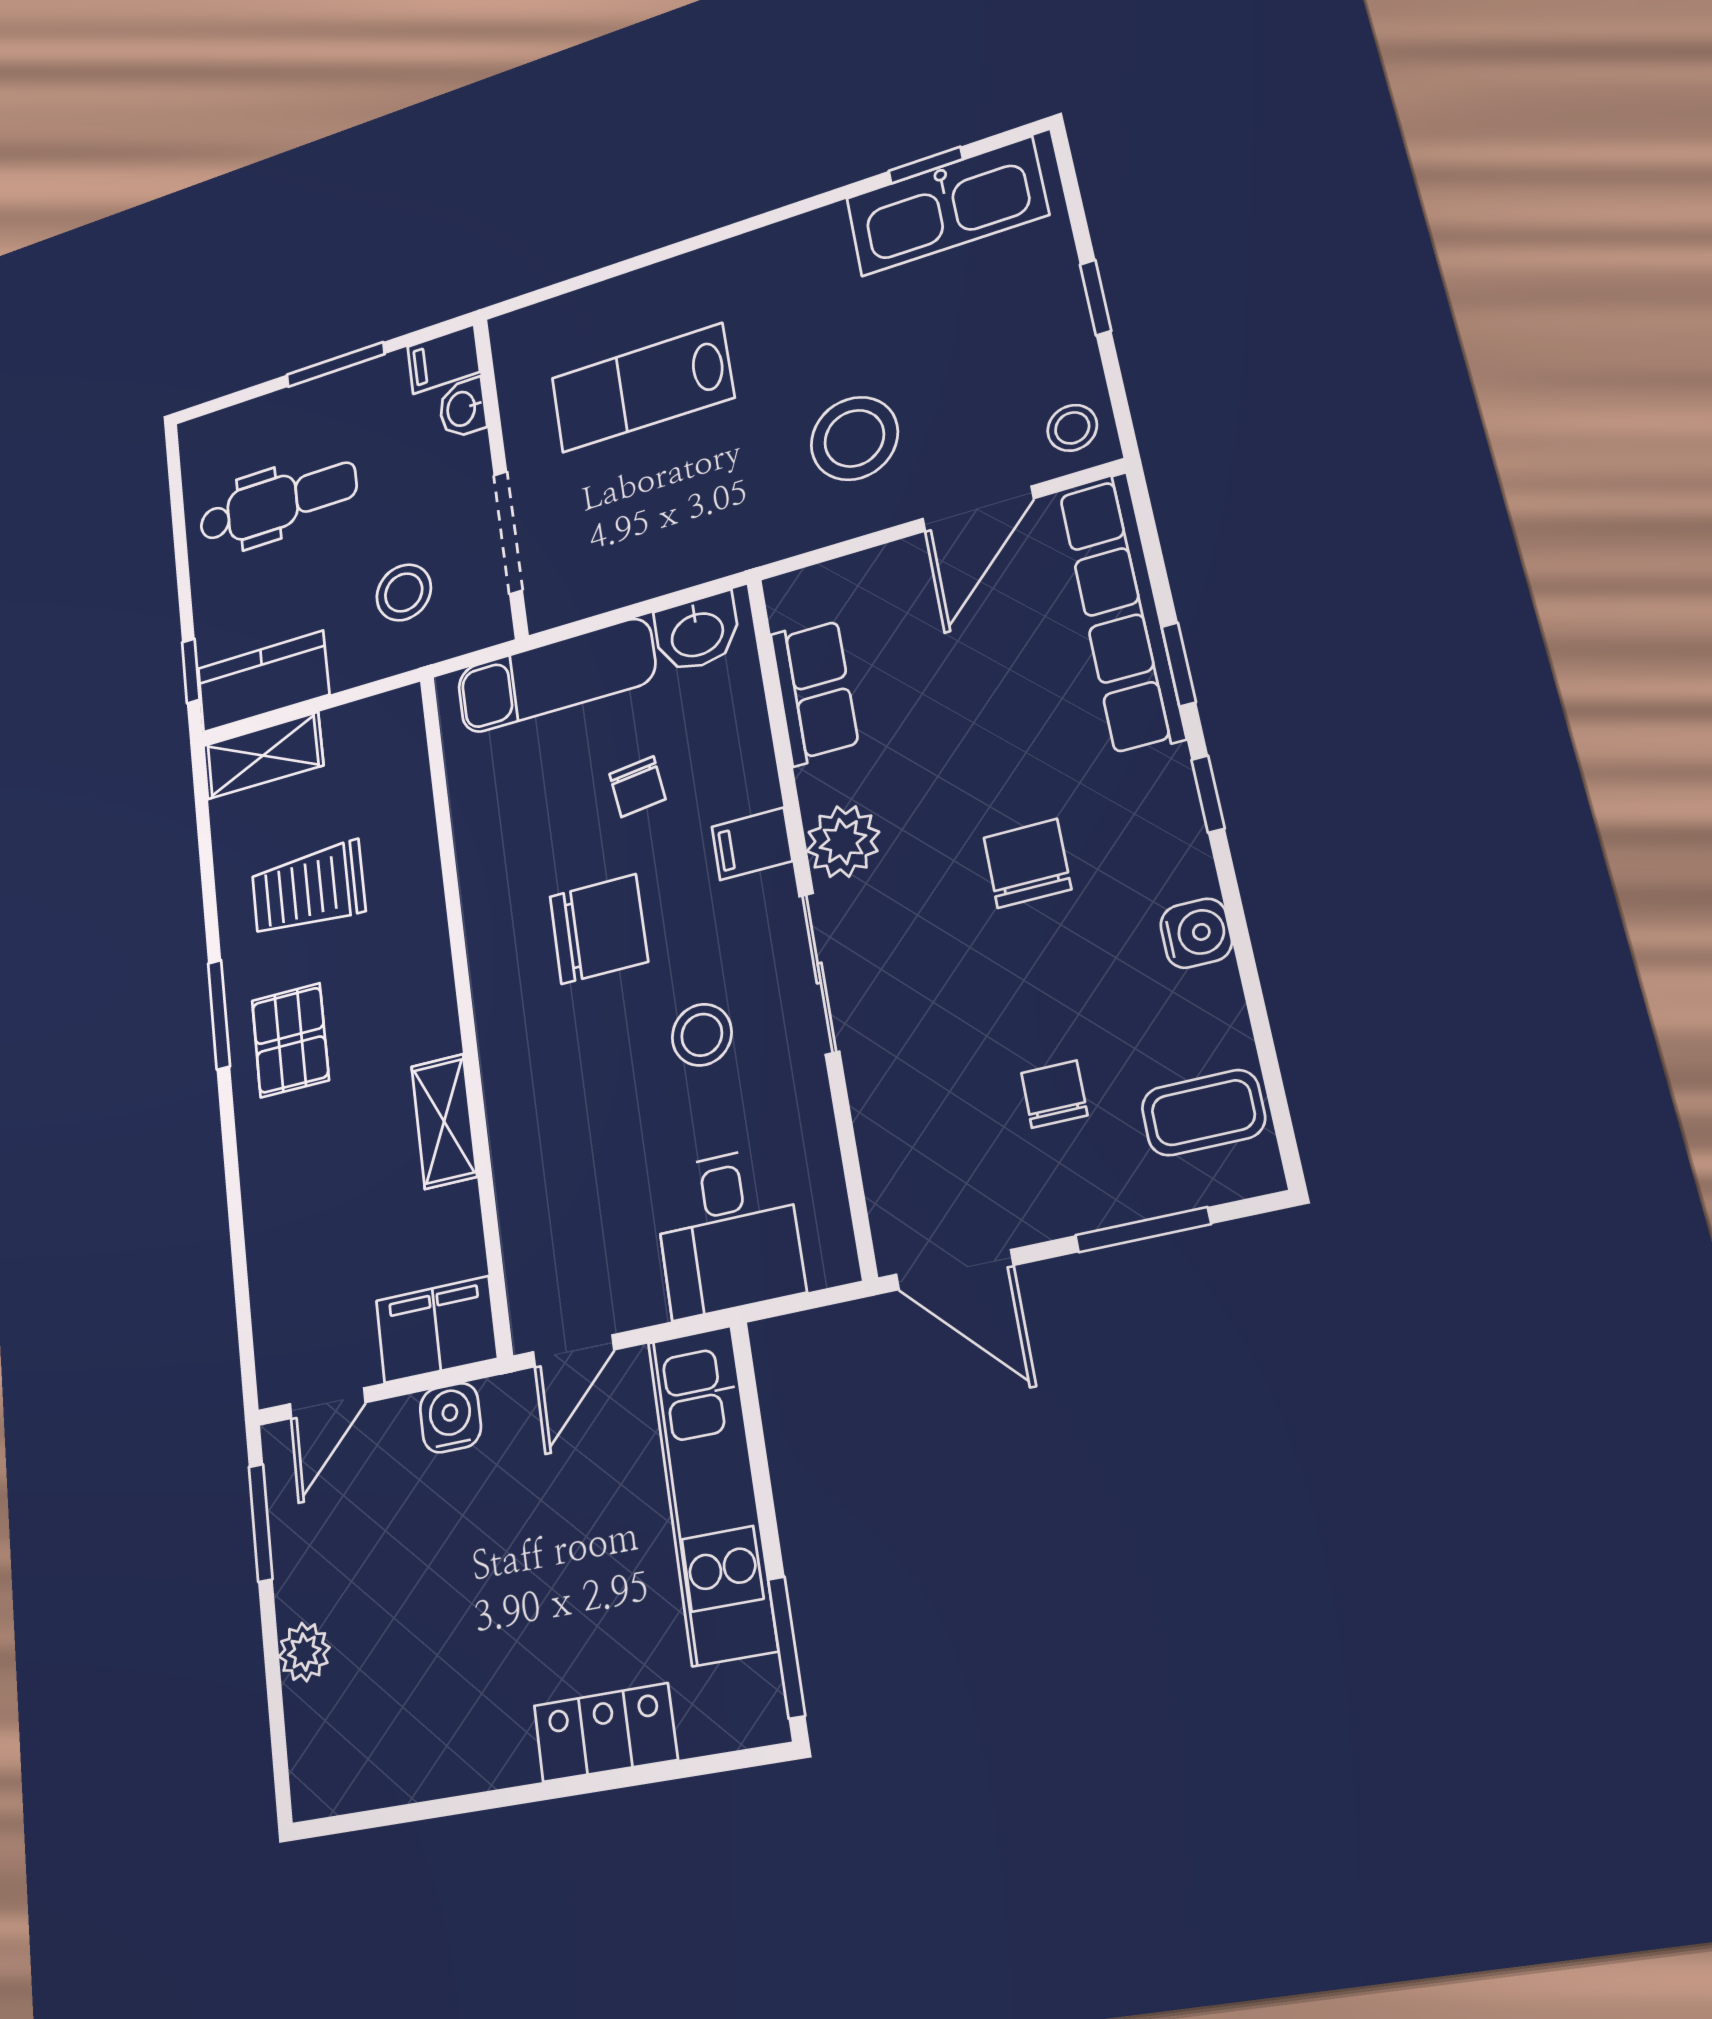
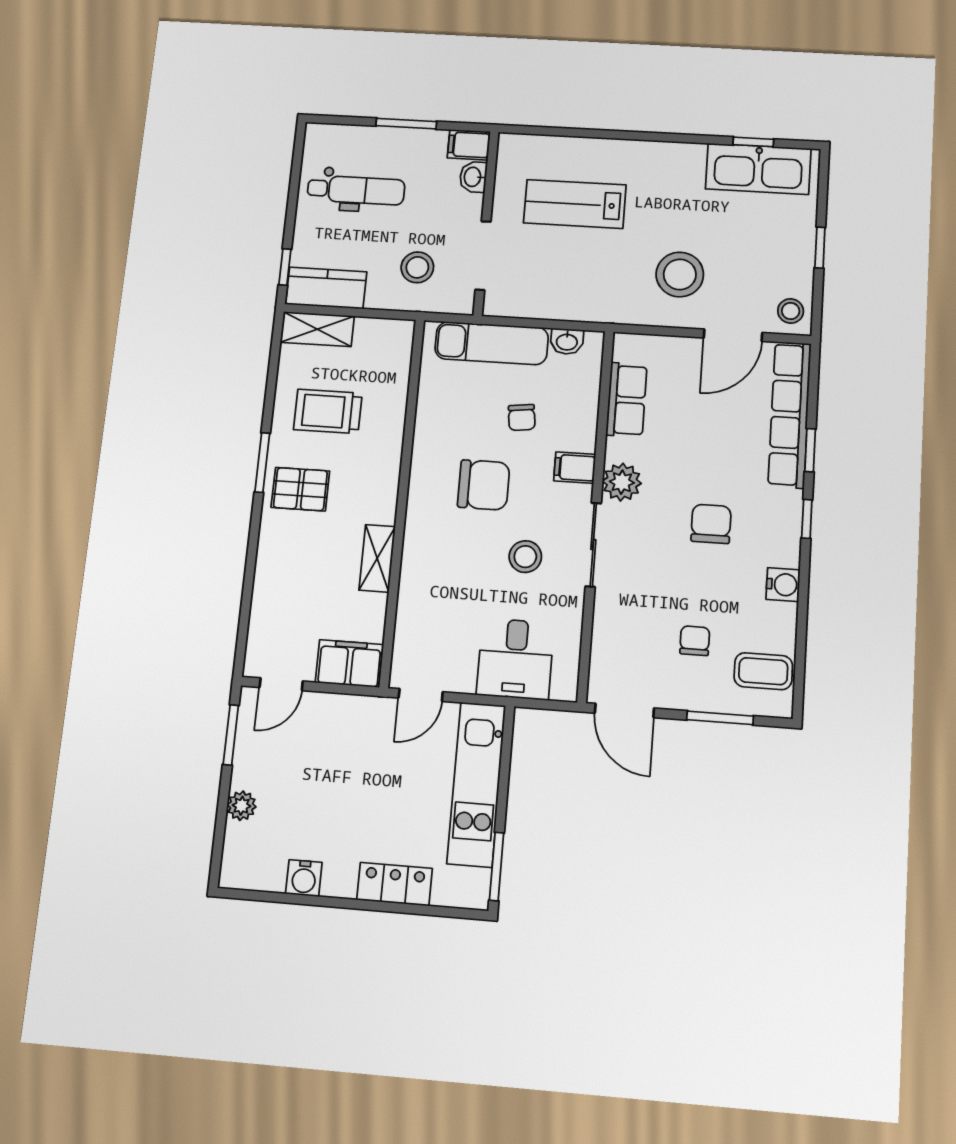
washbasin: (697, 633) -> (567, 341), width x0.72, depth x0.69
pallet: (290, 1040) -> (300, 489), turned 90
water cooler: (450, 1418) -> (304, 878), moved, turned 180

